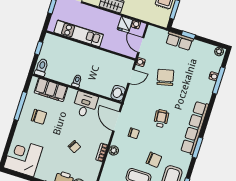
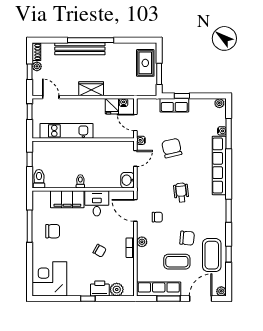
filing cabinet: (51, 90) -> (67, 199), moved
row of seats: (195, 128) -> (219, 165), moved

